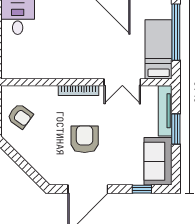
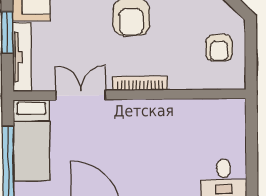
armchair: (20, 116) -> (219, 48), turned -126

